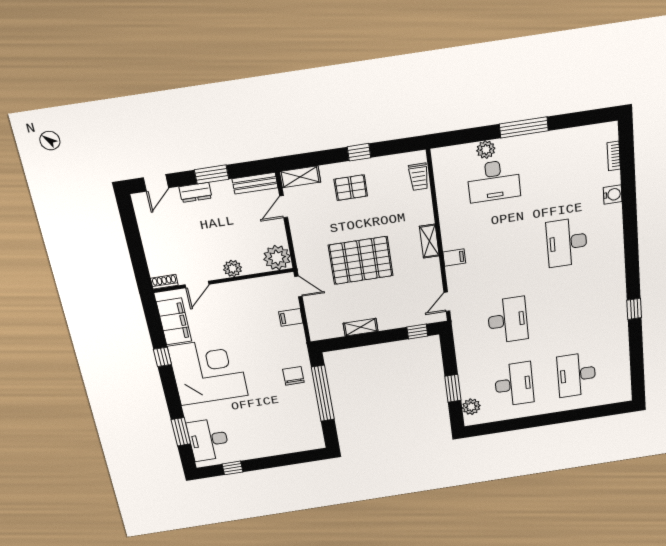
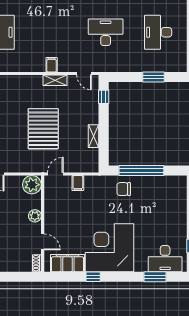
shelving: (429, 241) -> (55, 80), moved
desk: (514, 384) -> (158, 32), turned -90
plant: (471, 407) -> (171, 65), removed

